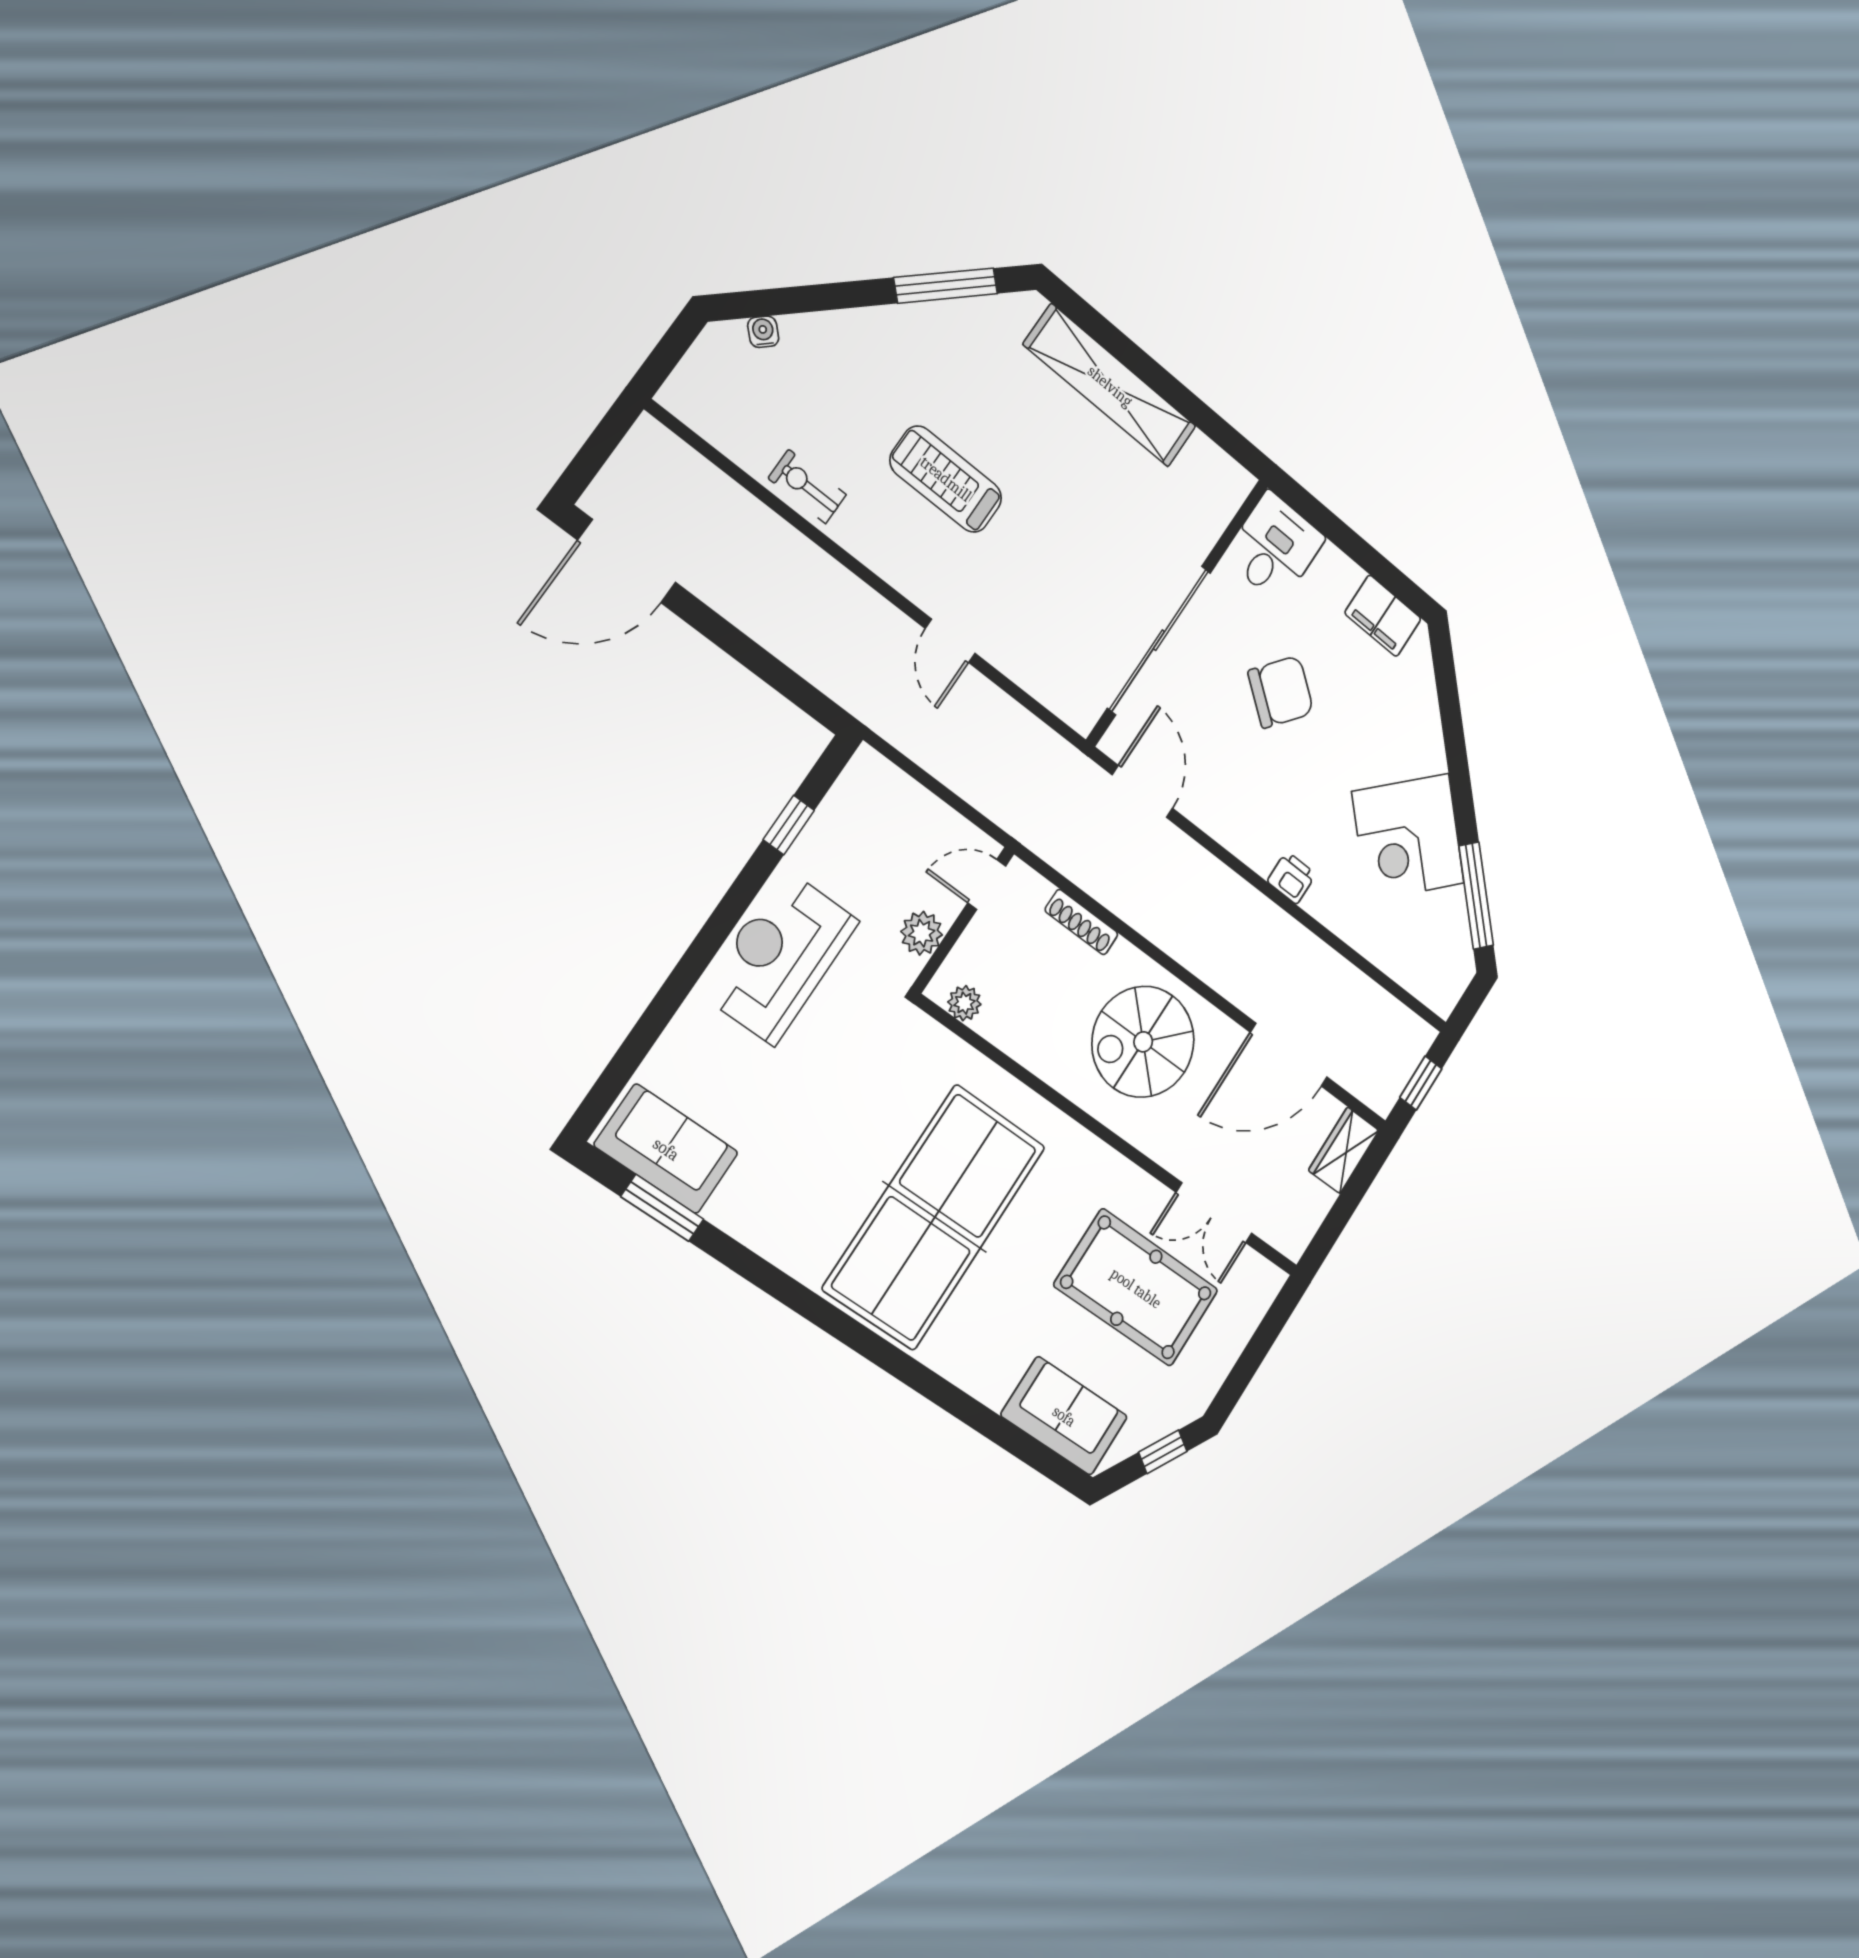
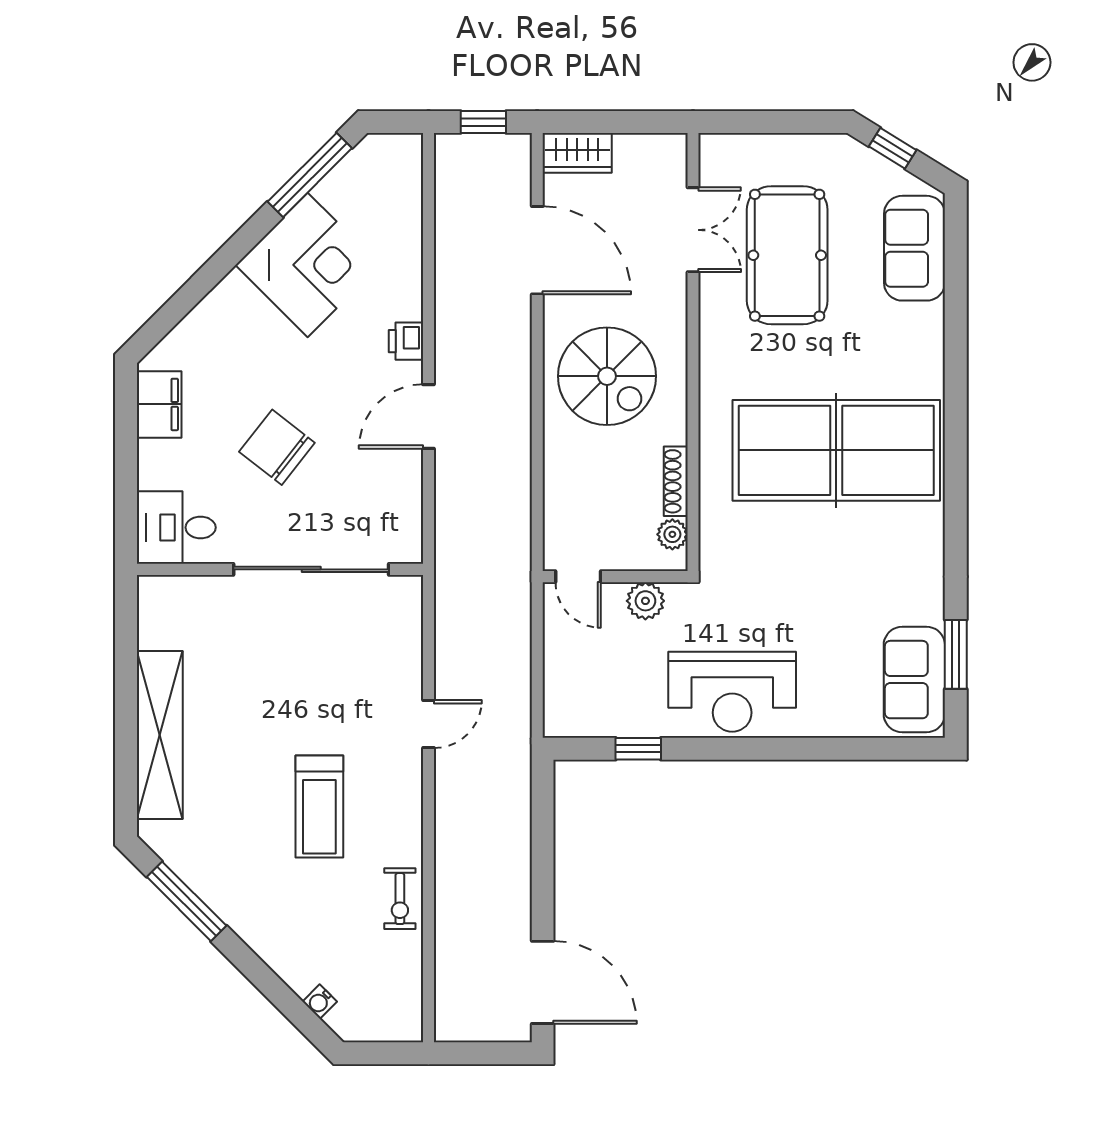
door: (1142, 792) -> (428, 417), moved
shoe rack: (1082, 922) -> (676, 481), moved, turned 180

